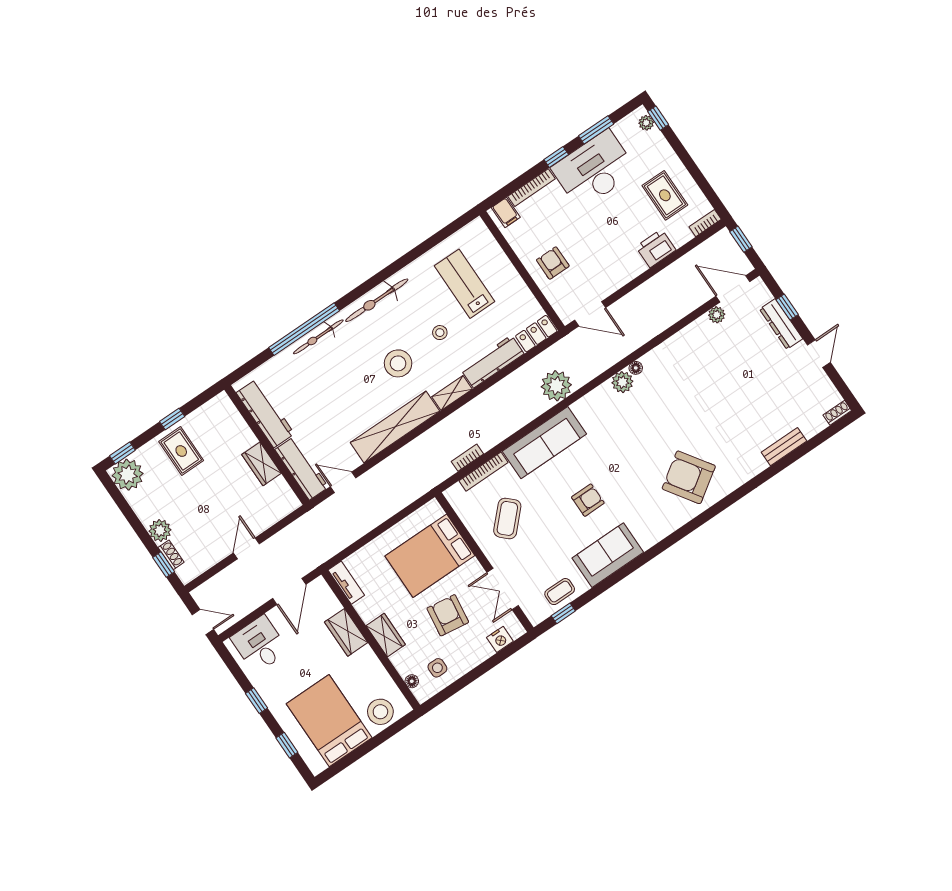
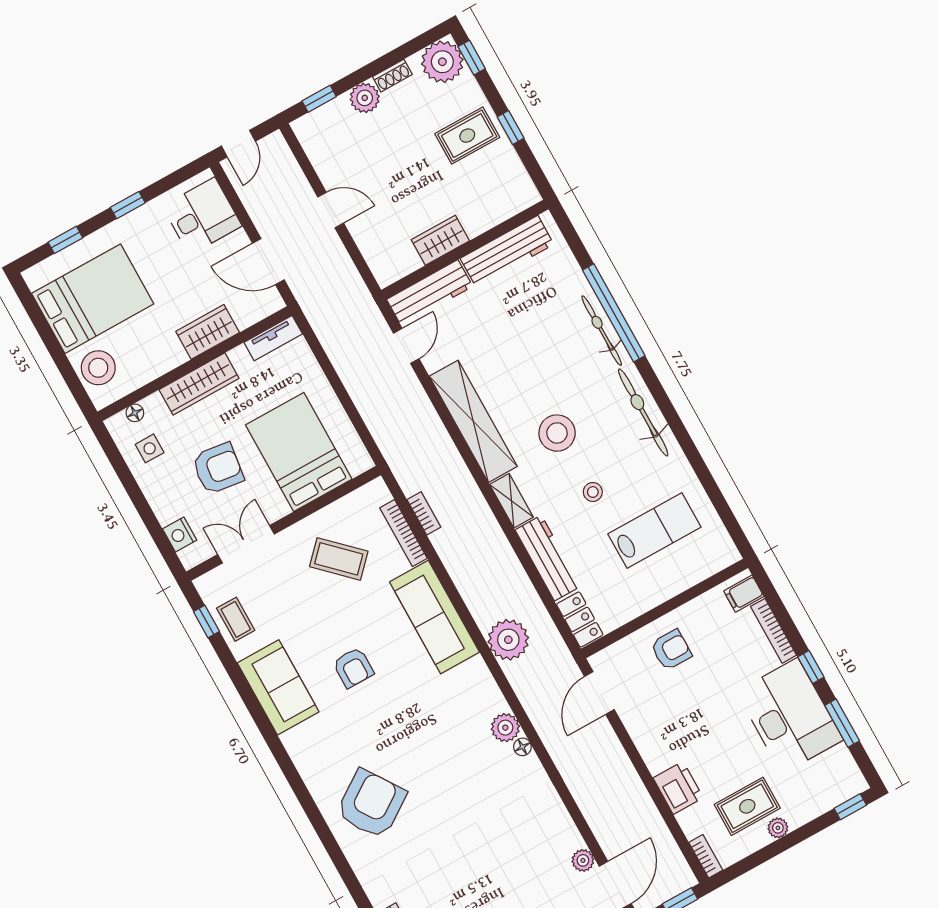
plant: (646, 123) -> (778, 828), moved
shoe rack: (171, 555) -> (392, 76), moved
wardrobe: (386, 635) -> (199, 384), width x1.50

